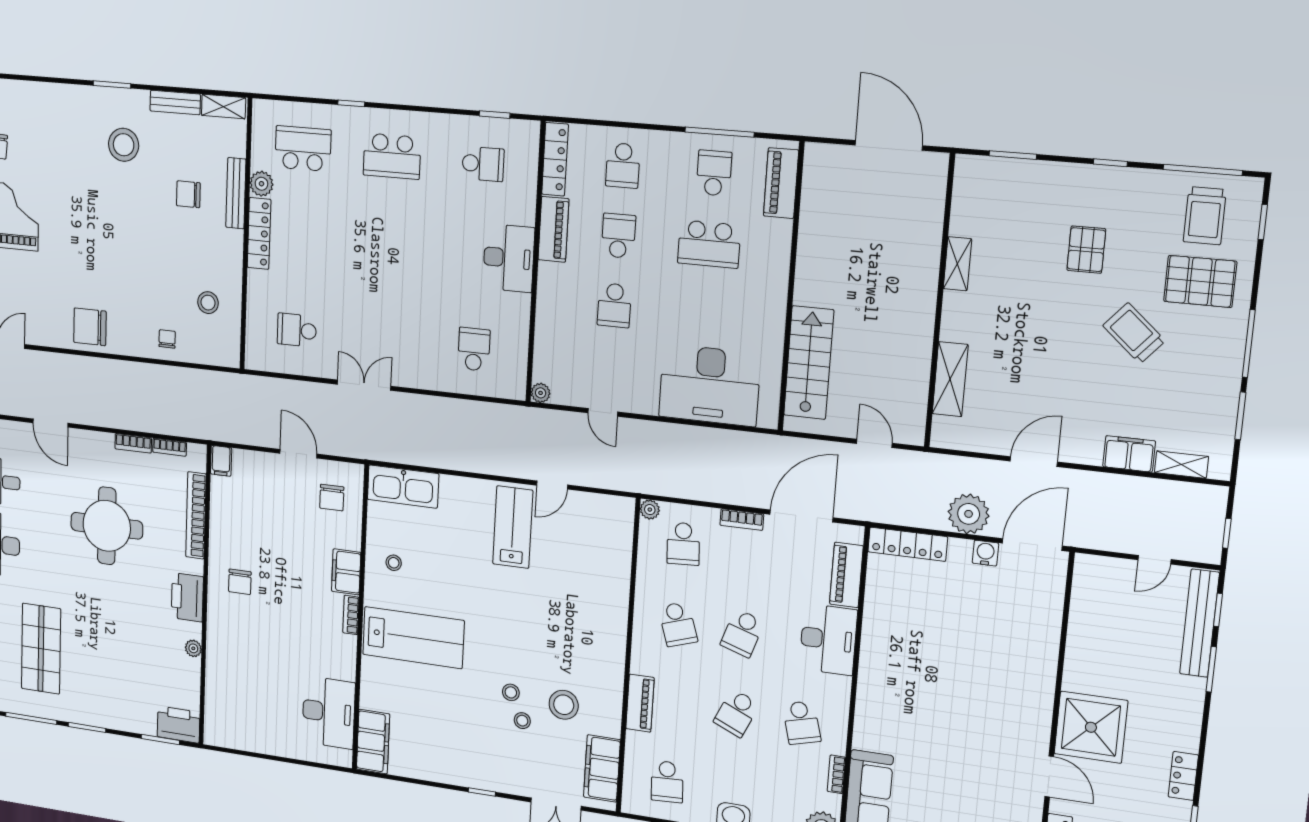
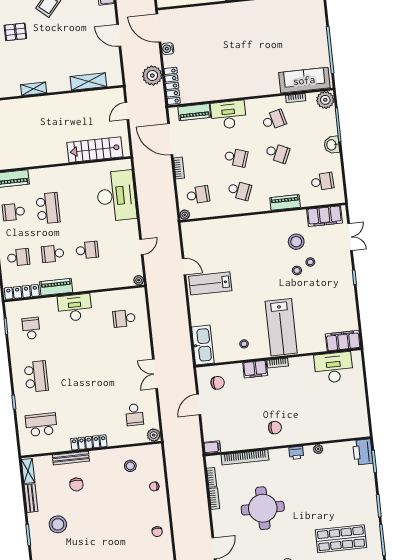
school desk: (303, 149) -> (41, 425), turned 90
plant: (261, 184) -> (154, 435), moved
chair: (90, 327) -> (157, 532), width x0.54, depth x0.54
plant: (969, 514) -> (152, 75), moved
printer: (187, 597) -> (296, 453), width x0.53, depth x0.68
school desk: (678, 624) -> (239, 190), turned 39
lab bench: (413, 638) -> (281, 327), turned 180

